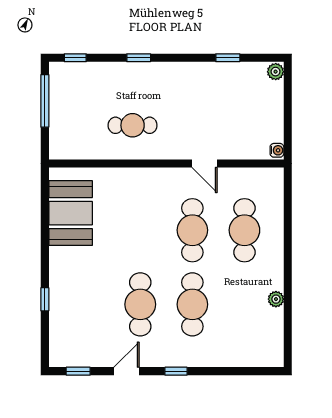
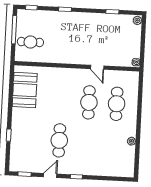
cafe table: (133, 125) -> (30, 42), moved
cafe table: (192, 304) -> (87, 142), removed

